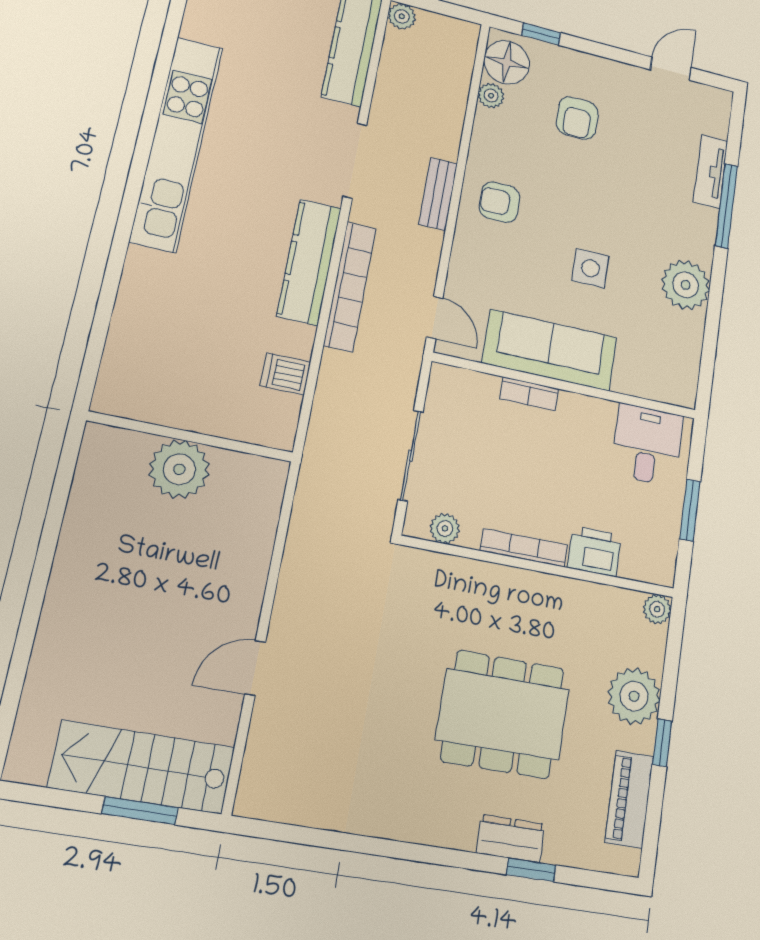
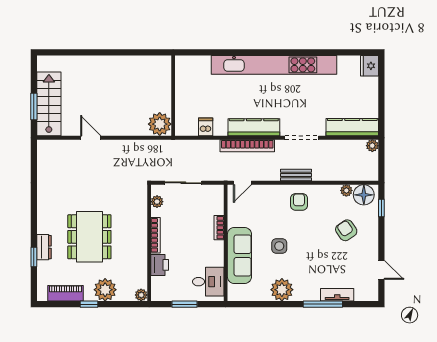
armchair: (577, 118) -> (346, 230), turned 56
kitchen unit: (177, 143) -> (274, 65), width x1.36
sofa: (550, 350) -> (239, 255), moved
plant: (179, 469) -> (160, 124), moved

